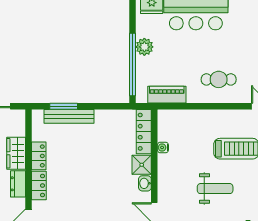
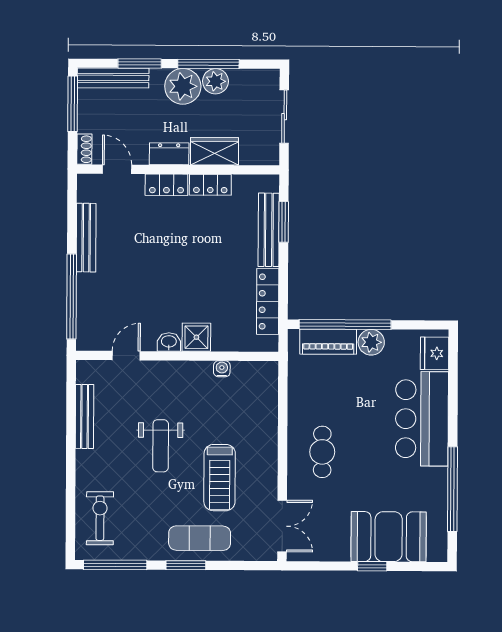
piano: (167, 95) -> (328, 342), moved, turned 90
locker: (144, 132) -> (268, 302), moved, turned -90

